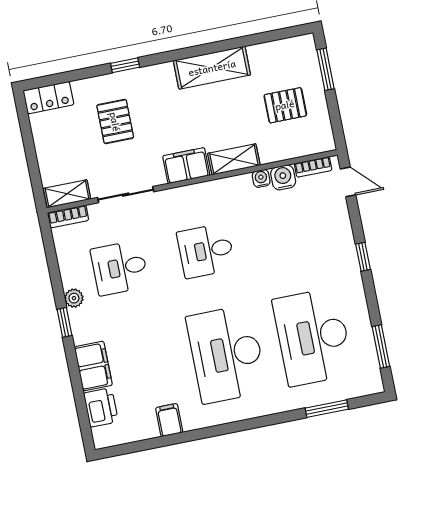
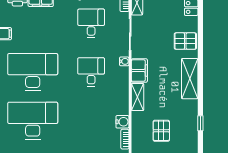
window: (125, 65) -> (200, 123), moved
shelving: (212, 68) -> (190, 79), moved
pallet: (115, 122) -> (185, 41), moved
water cooler: (261, 178) -> (124, 61), moved

